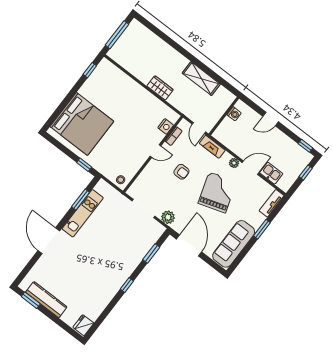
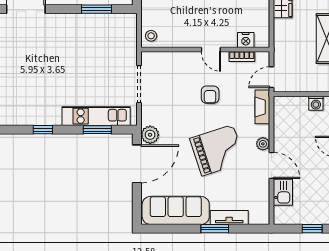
tv unit: (272, 203) -> (229, 217), moved
kitchen unit: (83, 213) -> (96, 116), moved, turned 180
plant: (168, 217) -> (150, 135), moved

